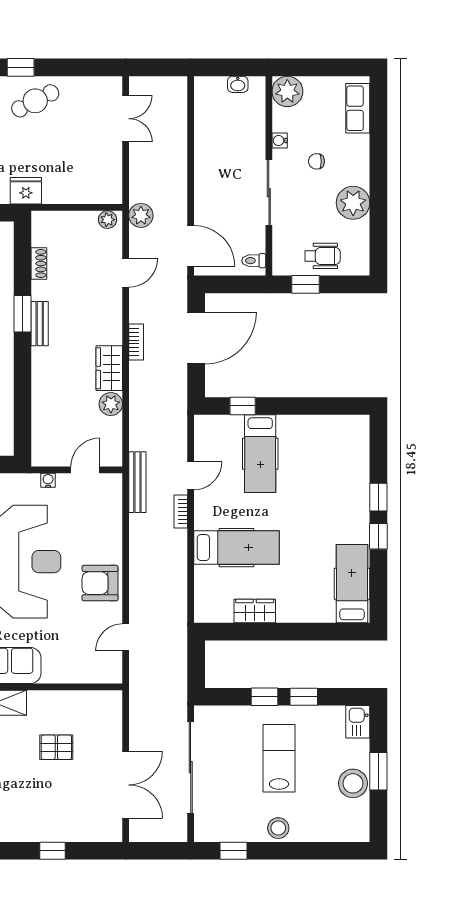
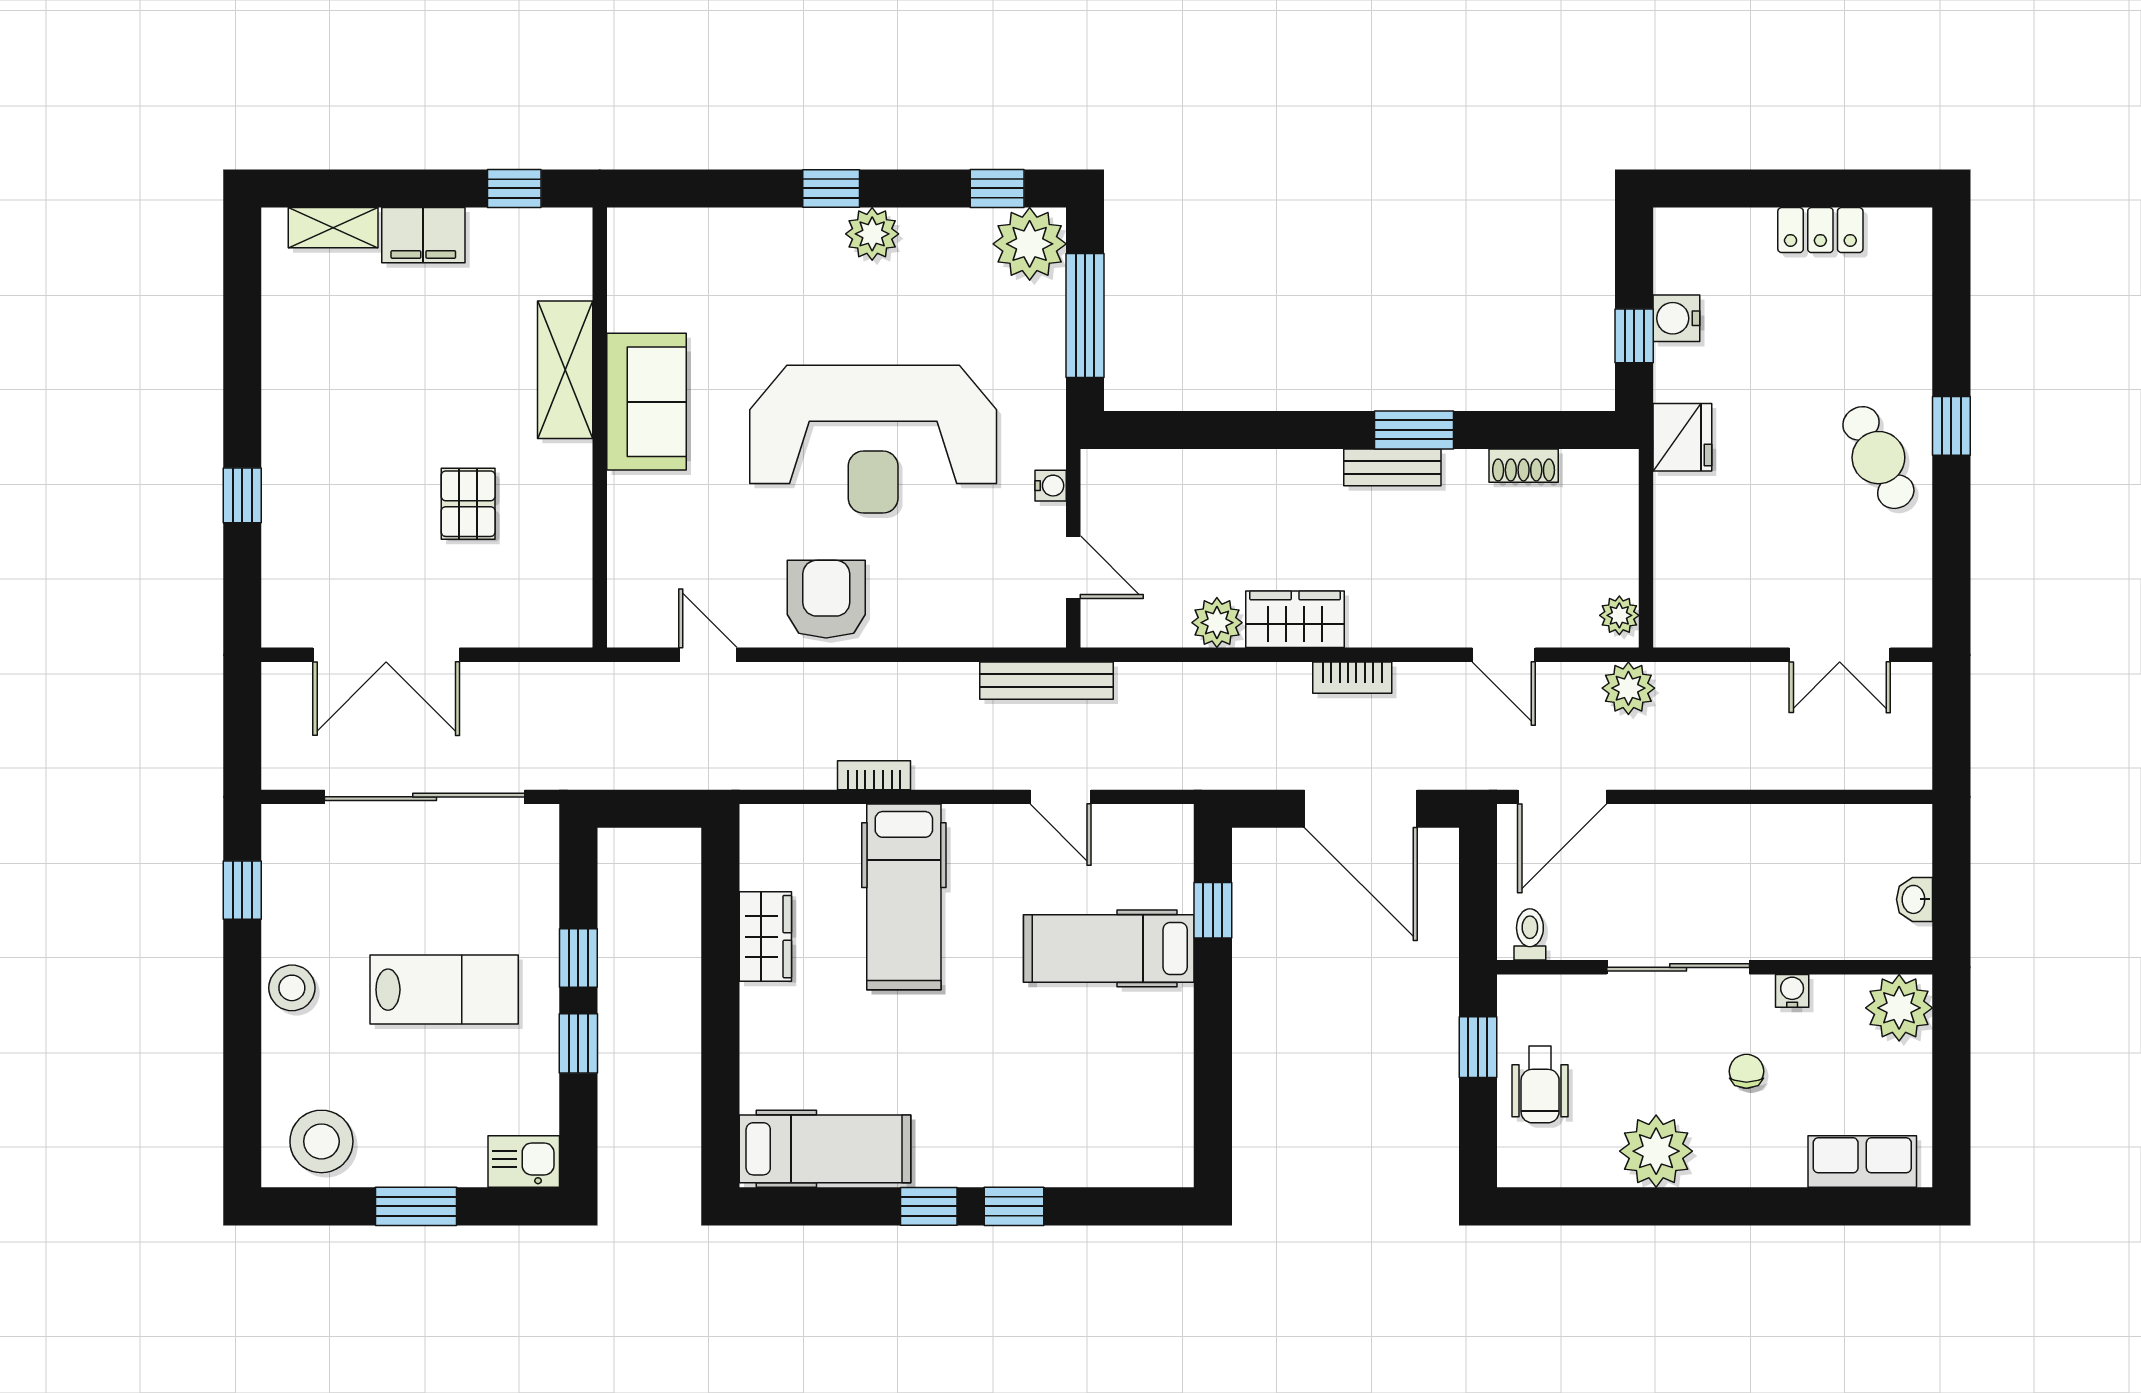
bookcase: (181, 512) -> (874, 775), moved
stool: (353, 783) -> (321, 1141), moved

